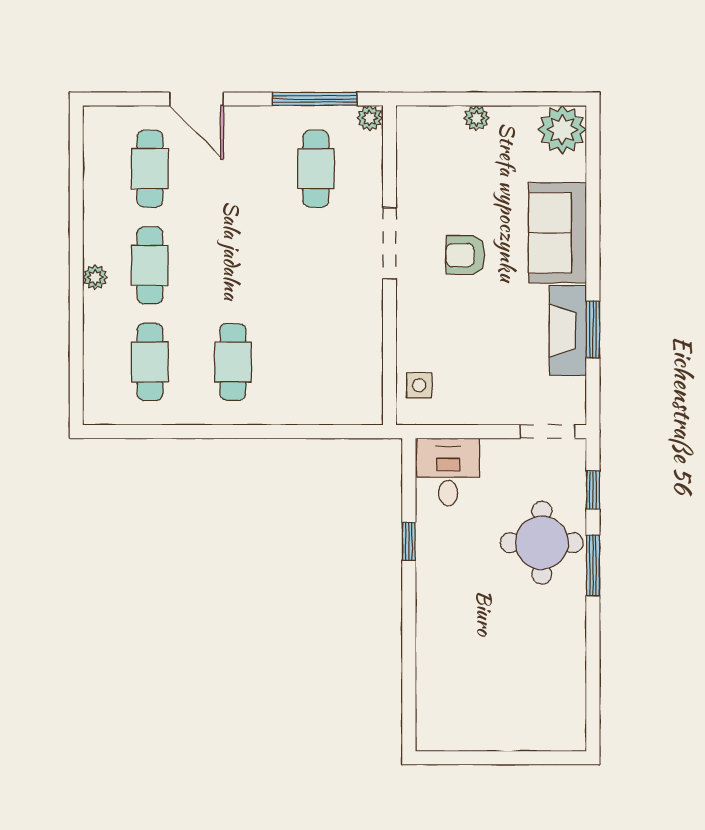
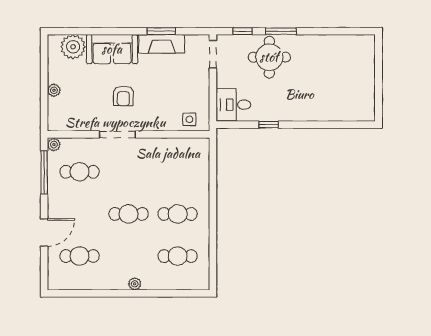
plant: (562, 130) -> (73, 47), moved
cafe table: (150, 265) -> (129, 214), moved

